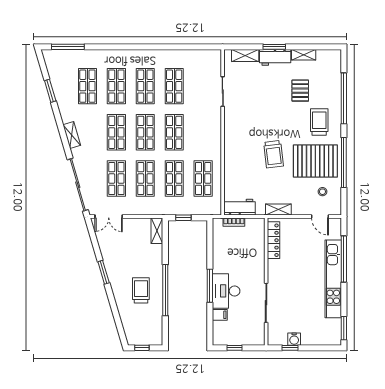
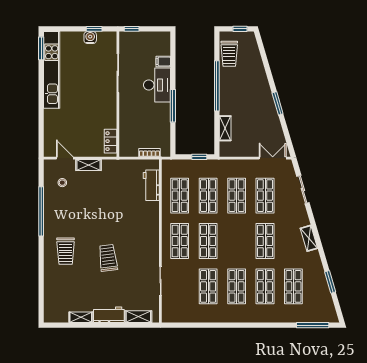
window: (274, 47) -> (110, 325), removed
pallet: (300, 91) -> (84, 282), removed
window: (344, 98) -> (41, 274), removed
shop shelf: (145, 132) -> (180, 241), moved
trolley: (274, 154) -> (108, 258), moved
pallet: (315, 161) -> (69, 213), removed
sliding door: (78, 185) -> (303, 189), width x0.54
workbench: (240, 207) -> (151, 185), moved, turned 90
shelving: (278, 210) -> (89, 165), moved
shelving: (157, 231) -> (225, 128), moved
locker: (273, 240) -> (110, 141), width x0.66
window: (344, 259) -> (41, 116), removed
kitchen unit: (333, 279) -> (52, 70), moved
window: (210, 286) -> (173, 106), moved
trolley: (141, 290) -> (229, 54), moved
window: (235, 348) -> (132, 29), moved

